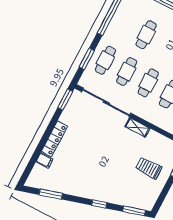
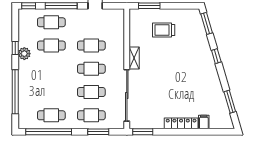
cafe table: (146, 35) -> (51, 115), moved
trolley: (149, 168) -> (164, 30), turned 90

